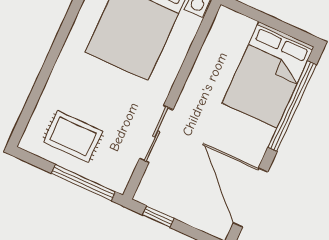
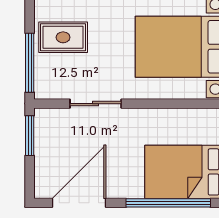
rug: (73, 136) -> (63, 37), turned 90
window: (158, 217) -> (30, 136), width x1.50

